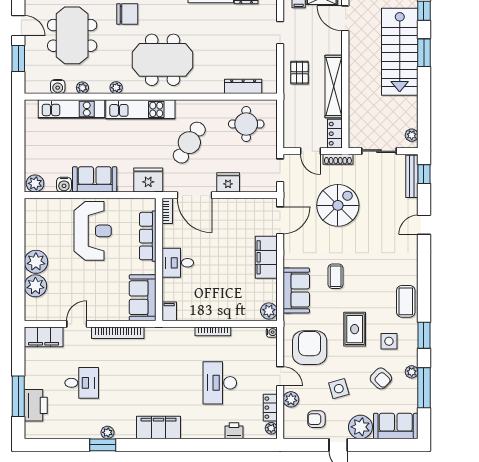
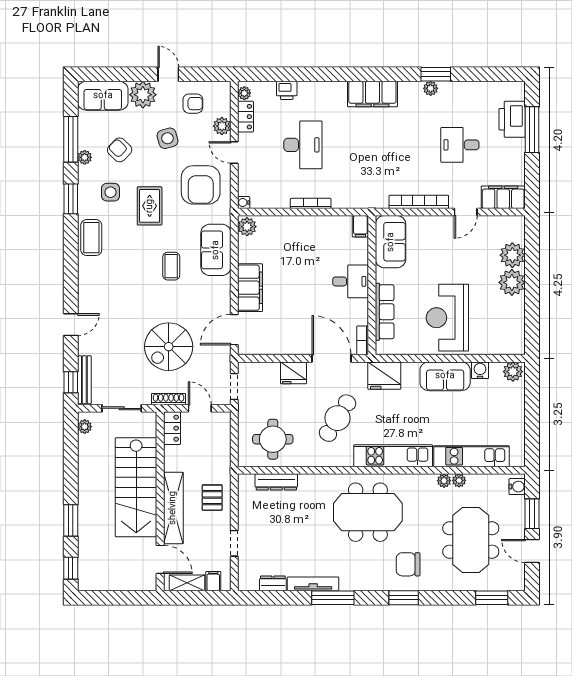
stairs: (400, 52) -> (136, 487), moved, turned 180
shelving: (334, 86) -> (173, 508), moved
water cooler: (58, 87) -> (517, 487), moved, turned 90
plant: (116, 88) -> (444, 481), moved

